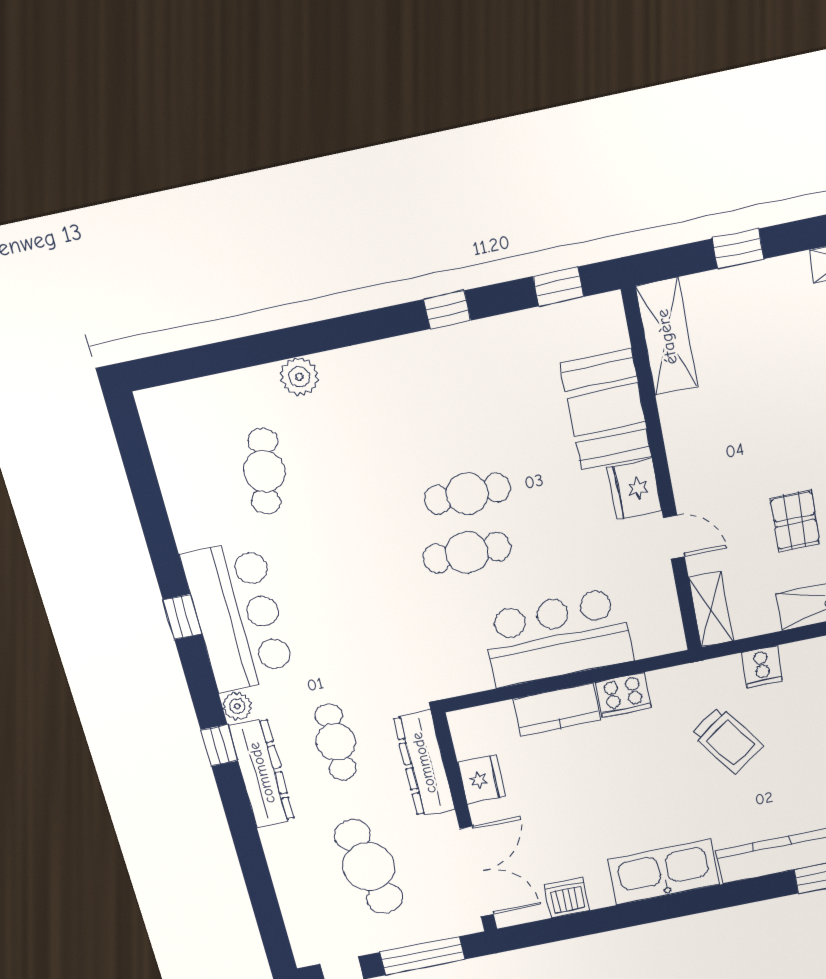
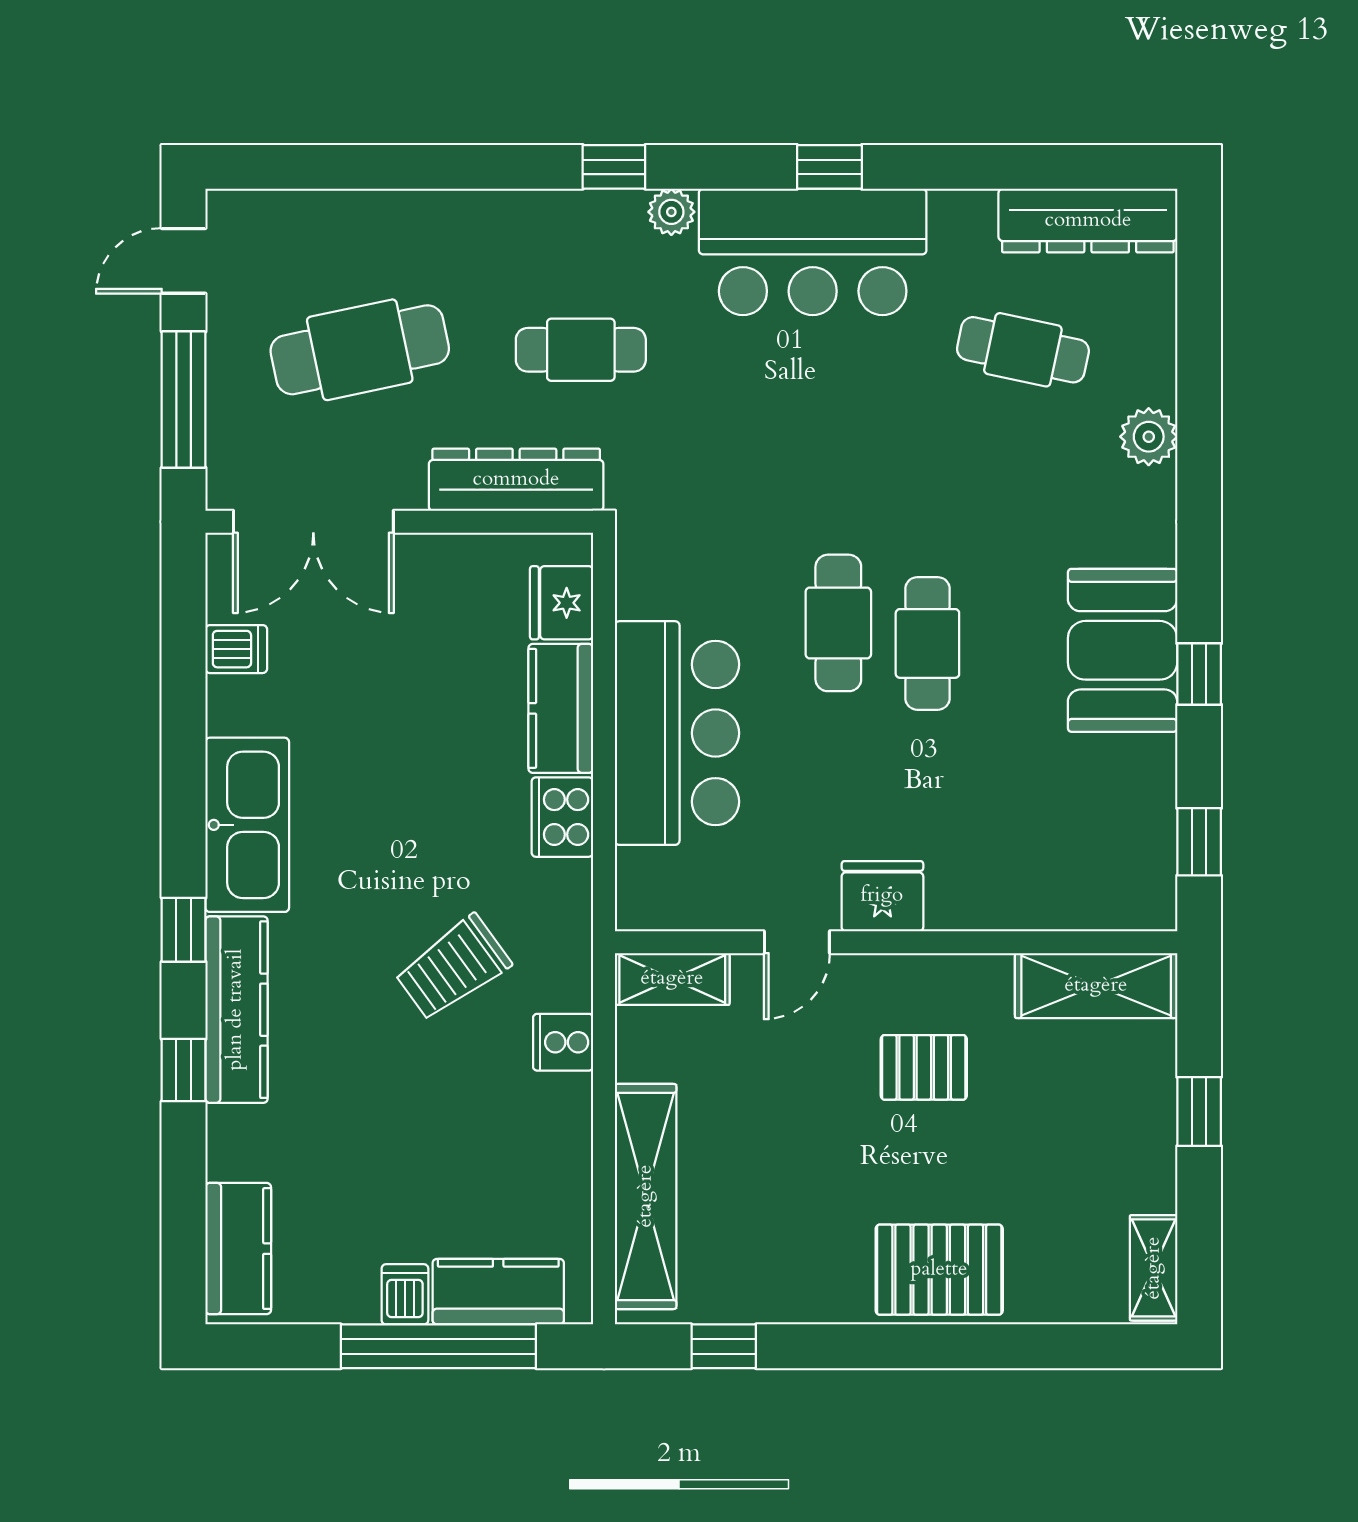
booth: (606, 410) -> (1123, 650), moved, turned 90
pallet: (795, 521) -> (924, 1067), moved
dresser: (262, 773) -> (1088, 221), moved
fridge: (481, 779) -> (562, 603), moved, turned 90
window: (732, 894) -> (184, 930), added
dishwasher: (567, 898) -> (236, 649), width x0.73

